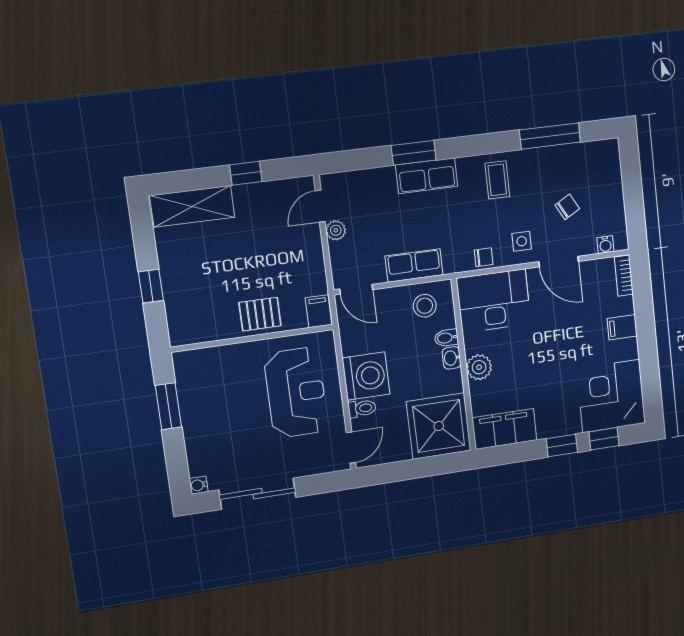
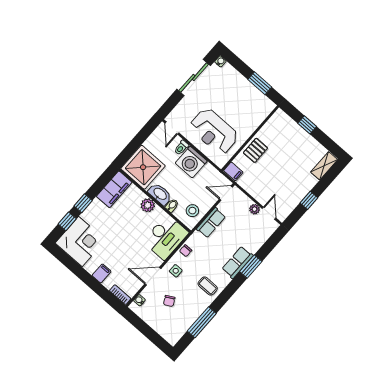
shelving: (192, 206) -> (324, 166), width x0.67, depth x0.75
washbasin: (452, 358) -> (160, 194), width x1.91, depth x1.45

